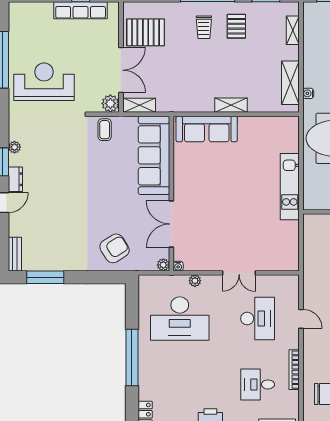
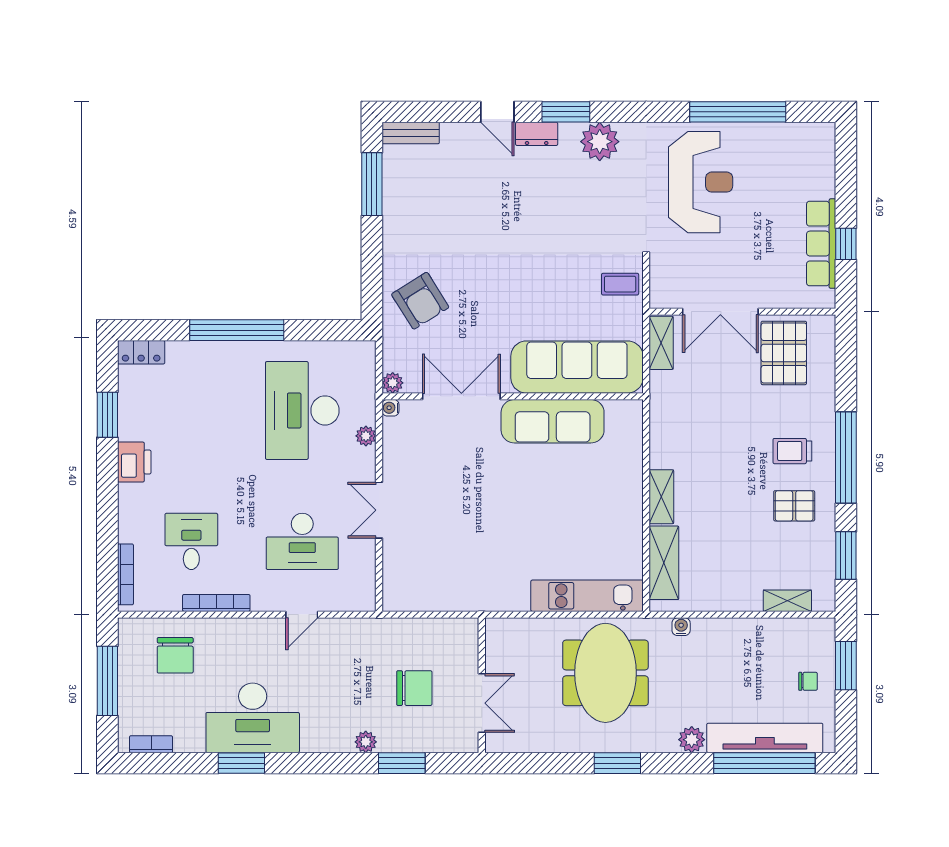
shelving: (290, 83) -> (664, 563), moved, turned 90
plant: (110, 103) -> (664, 294), removed
sofa: (207, 129) -> (553, 421), moved, turned -90
plant: (15, 147) -> (600, 142), width x1.88, depth x1.88
kitchen unit: (290, 187) -> (587, 596), moved

